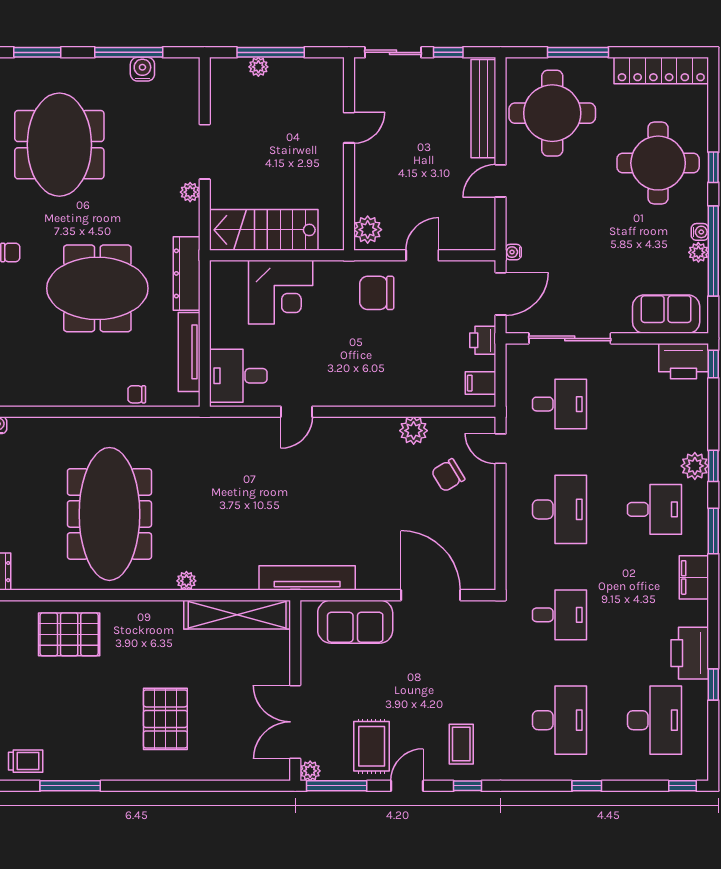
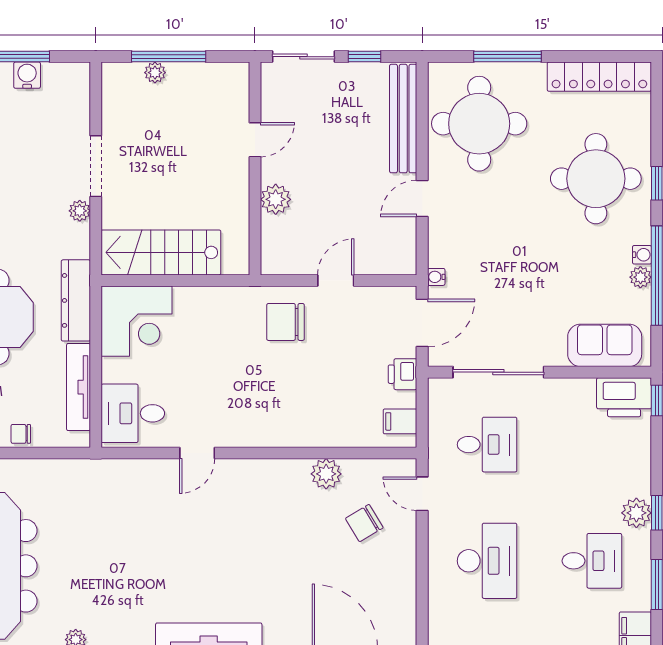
plant: (368, 230) -> (276, 199), moved
corner desk: (281, 292) -> (136, 321), moved

